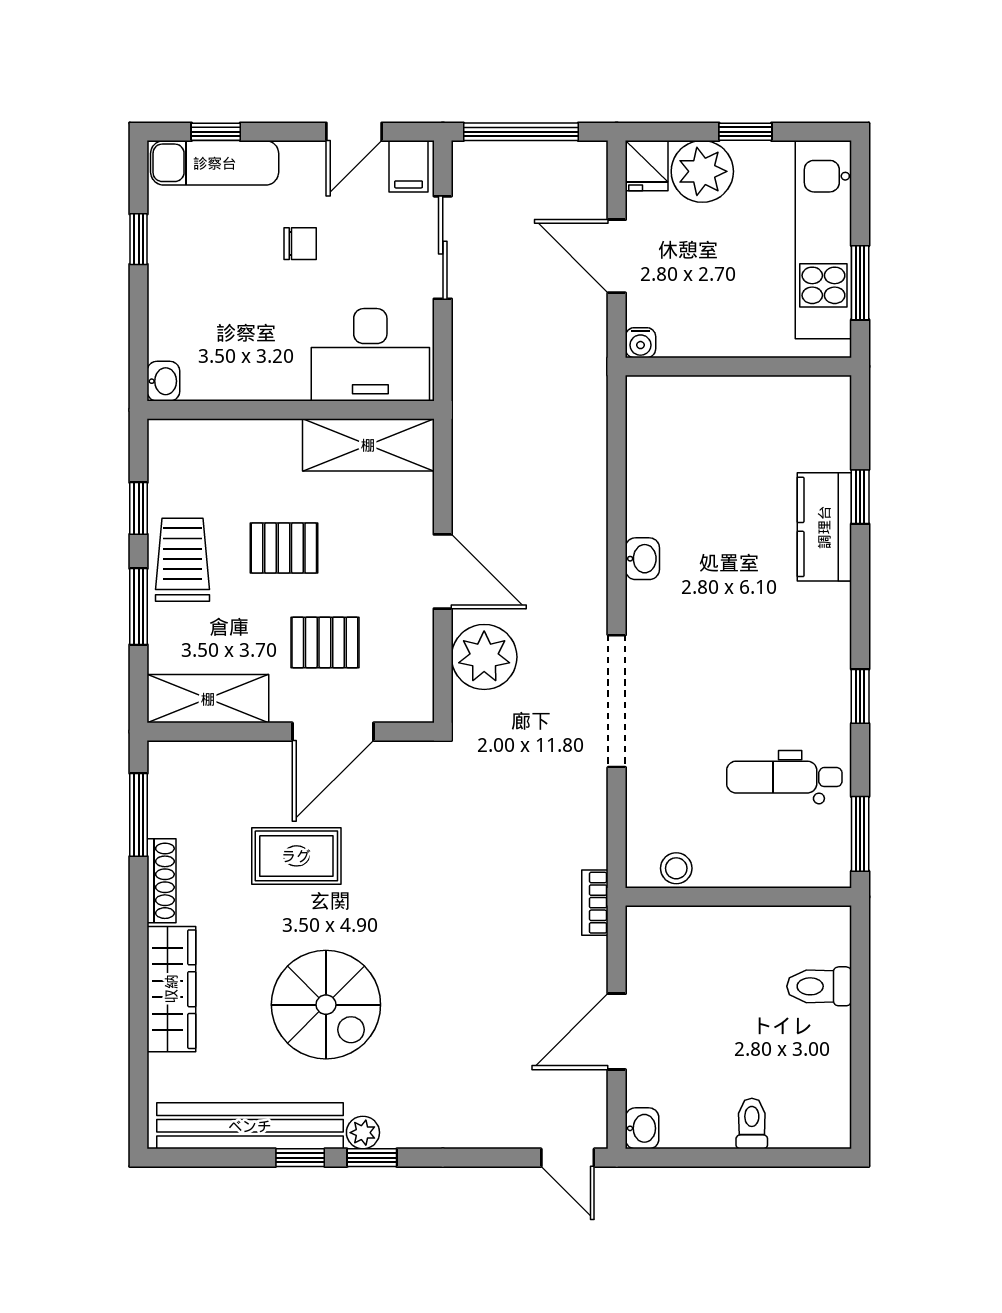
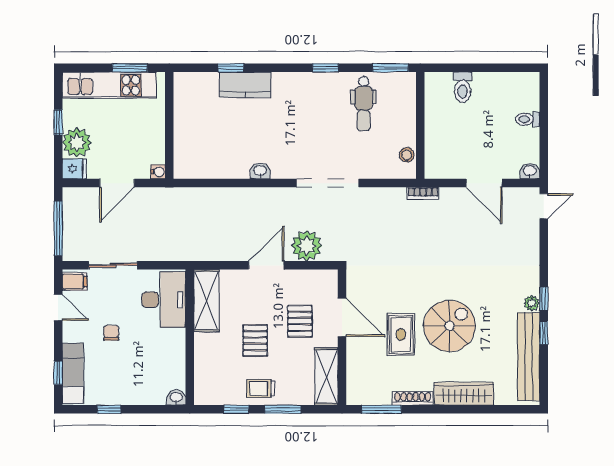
trolley: (182, 560) -> (261, 389), width x0.73, depth x0.72
spiral stairs: (326, 1005) -> (450, 326), moved

